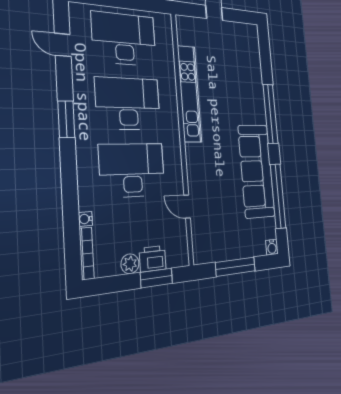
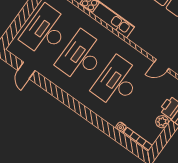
door: (63, 45) -> (26, 70), hinge flipped
window: (66, 119) -> (65, 98), removed

